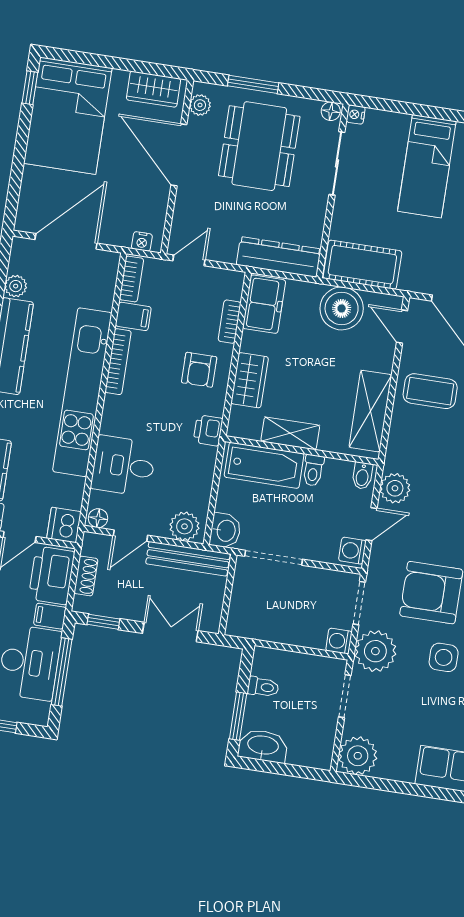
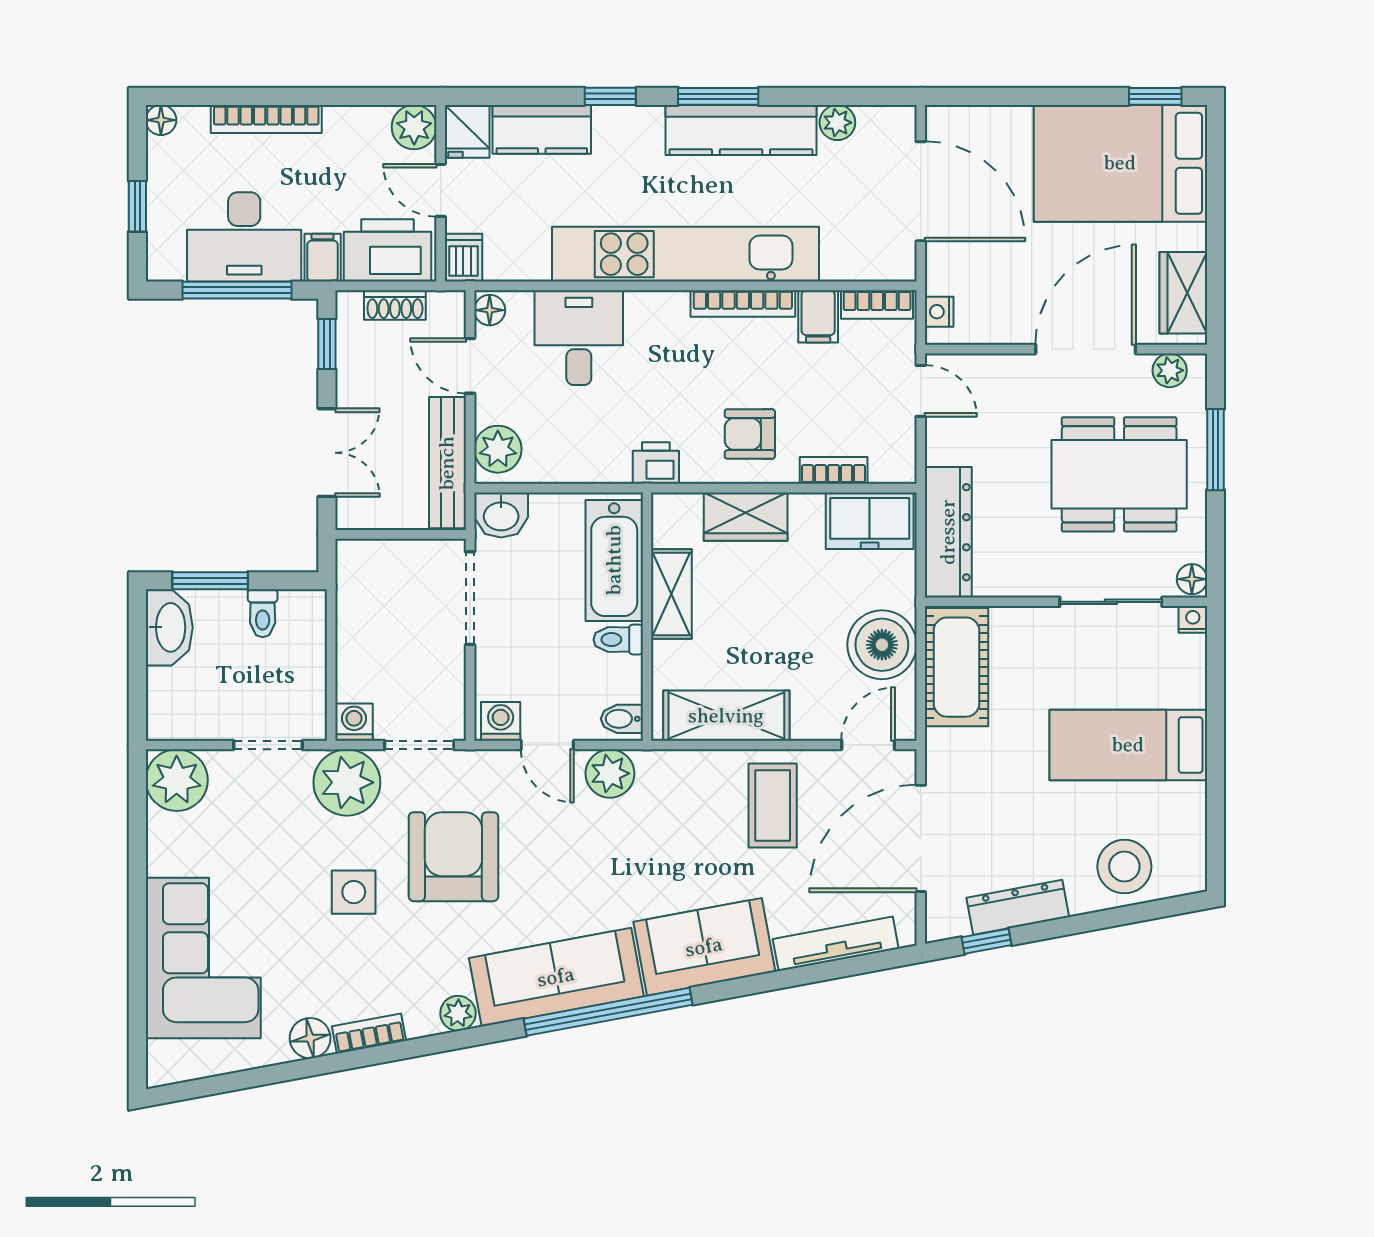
dishwasher: (64, 525) -> (463, 258), width x0.73

